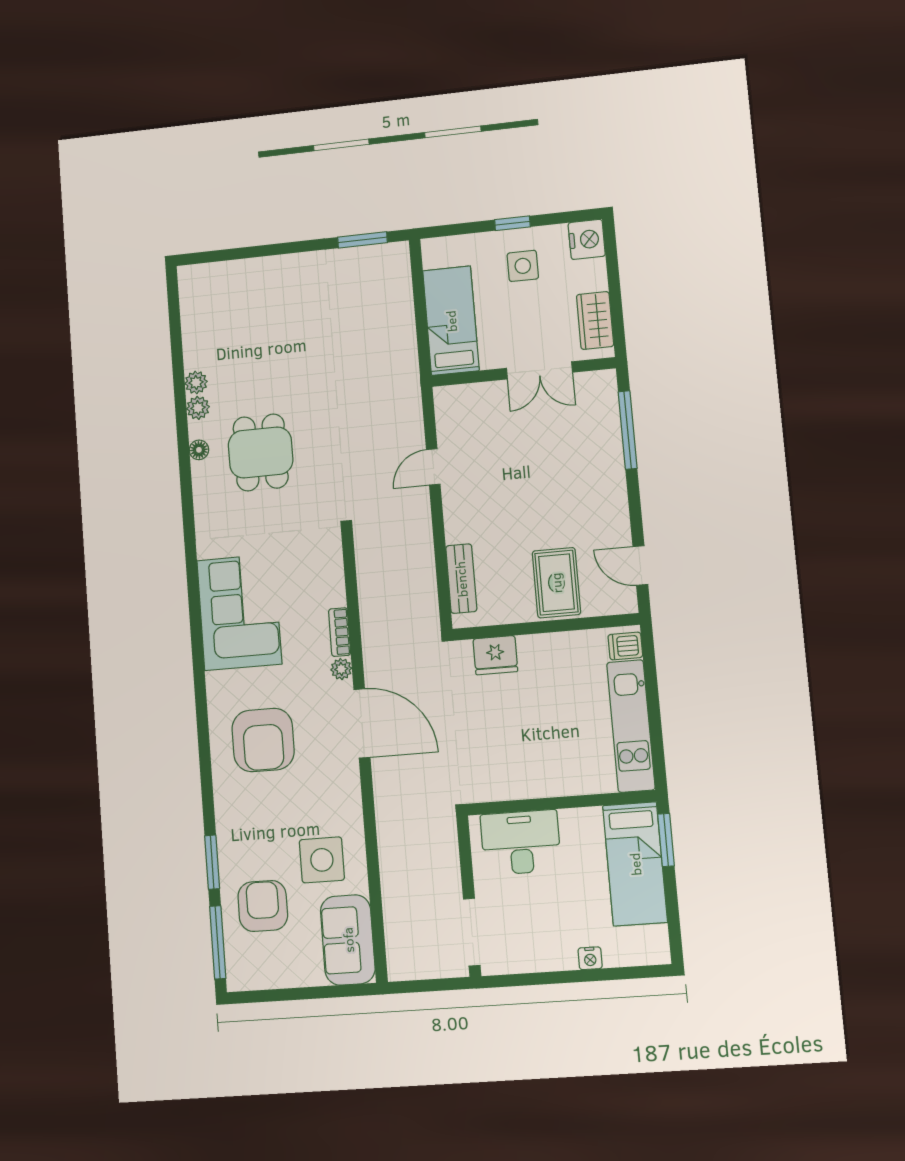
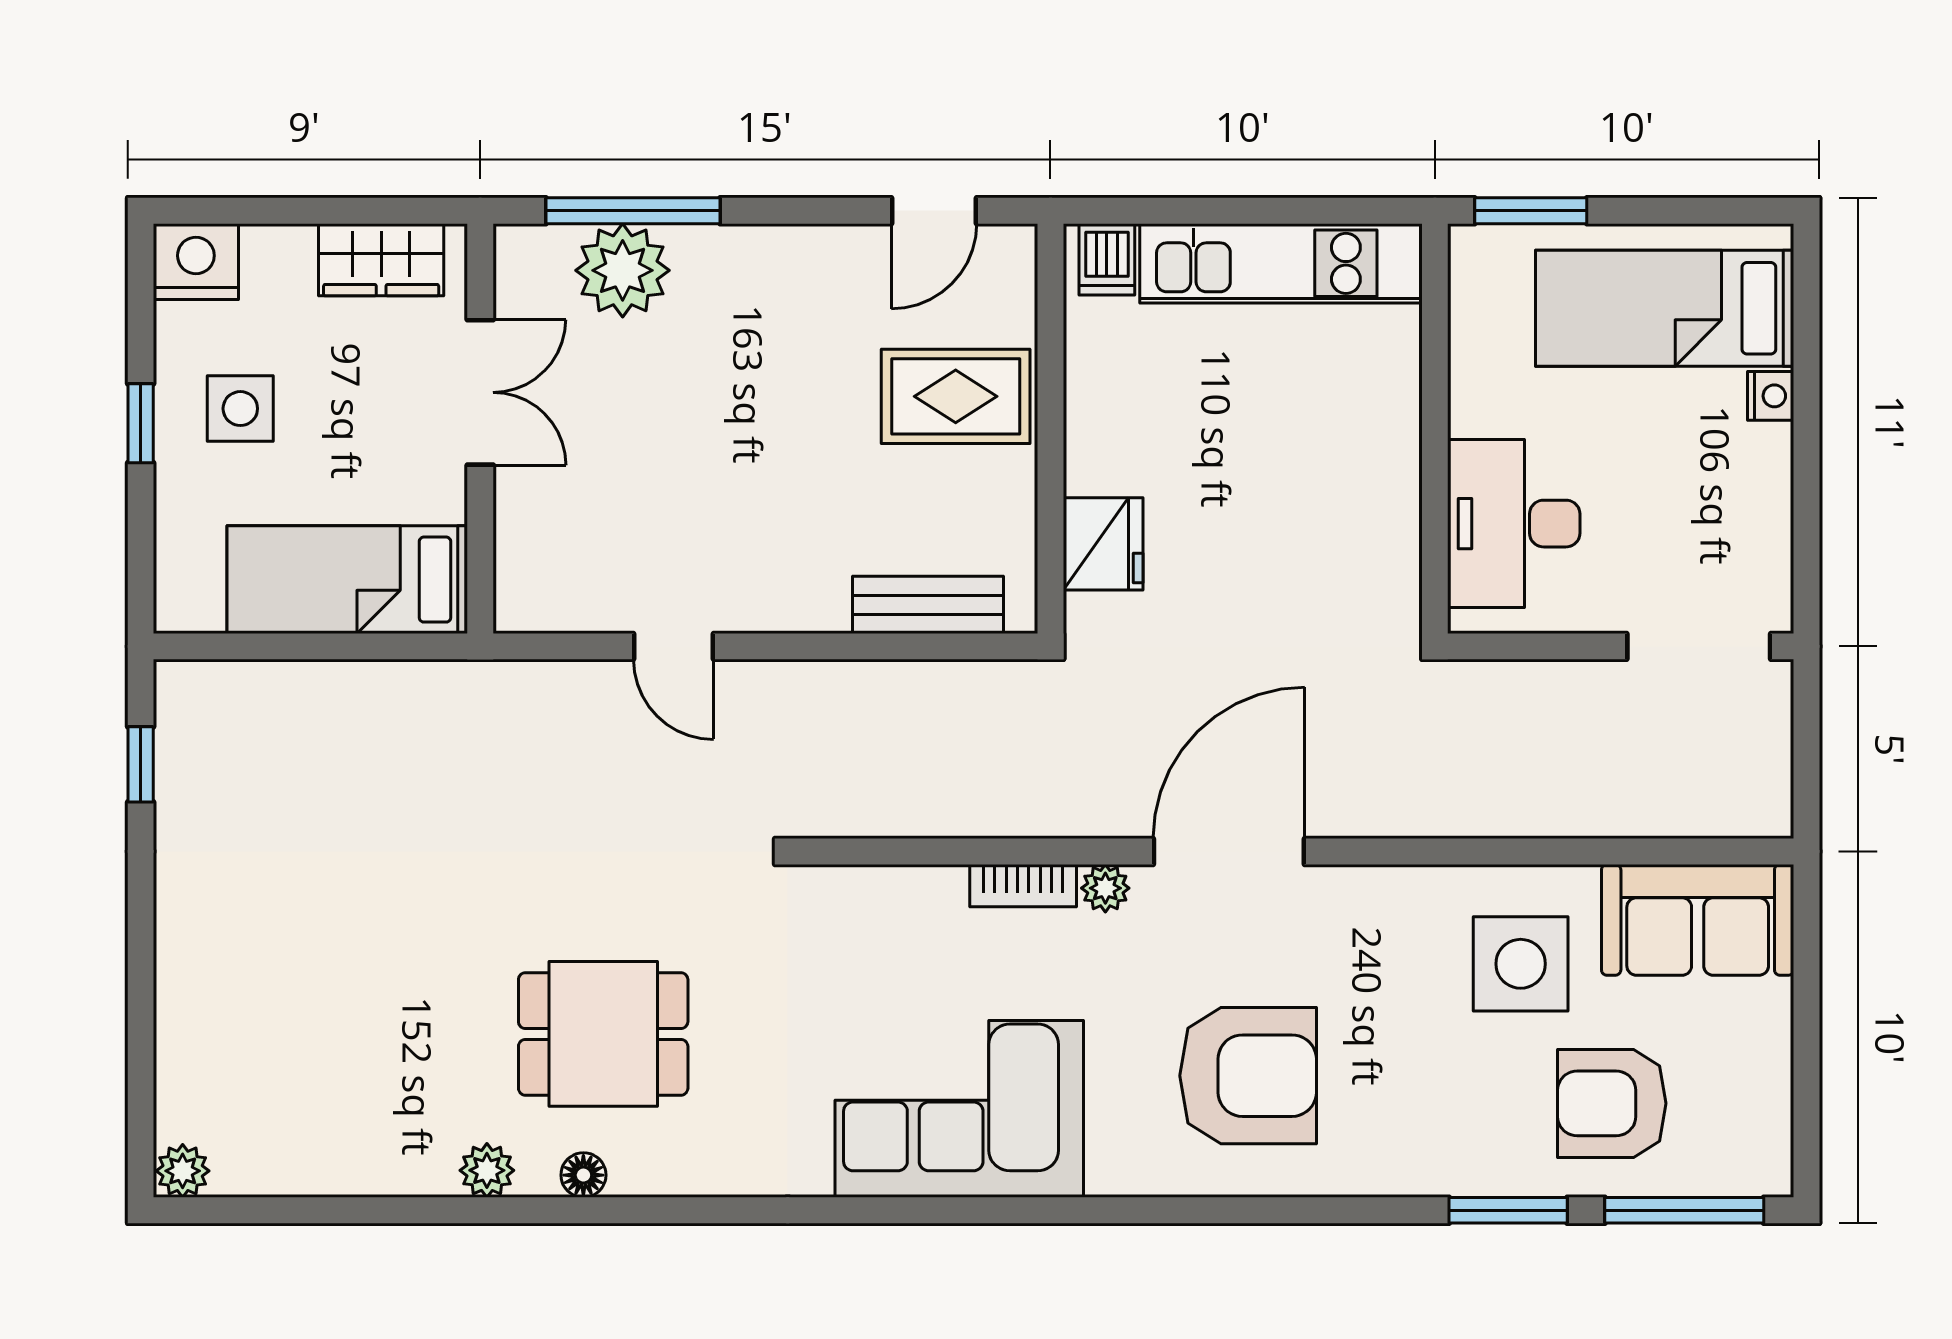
window: (362, 240) -> (141, 764), width x0.67
plant: (196, 382) -> (183, 1171), moved
plant: (600, 428) -> (623, 270), added
bed: (635, 864) -> (1665, 308), moved, turned 180

